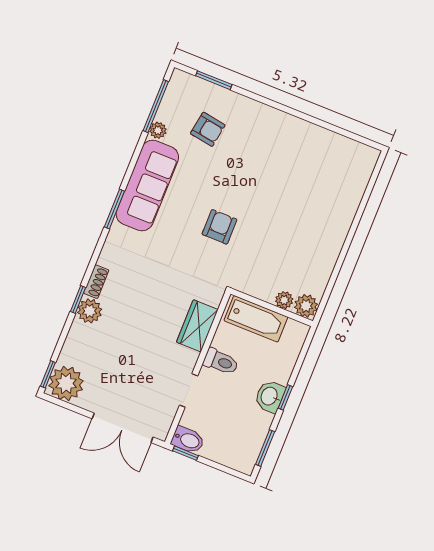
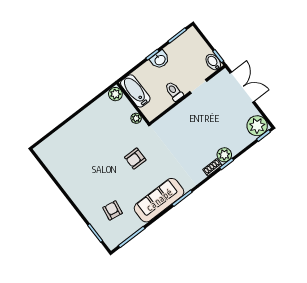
plant: (158, 130) -> (138, 224), removed
plant: (284, 300) -> (136, 118), moved
bathtub: (256, 319) -> (135, 91), moved
wardrobe: (197, 326) -> (175, 116), removed

